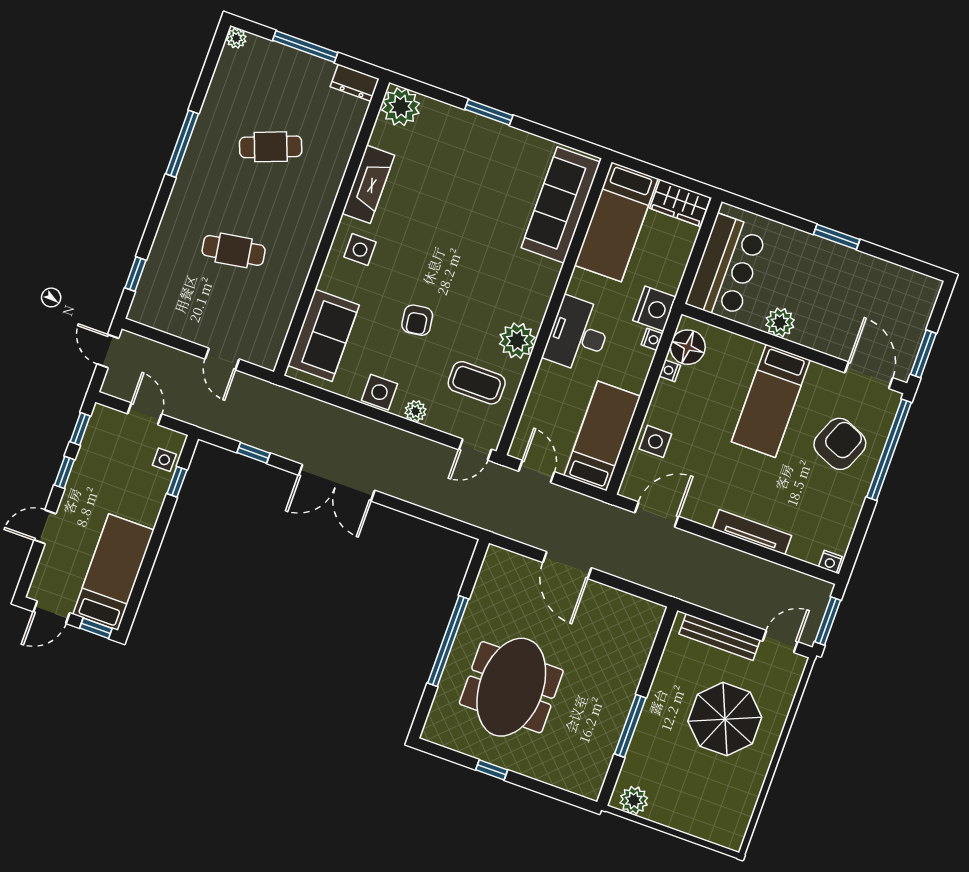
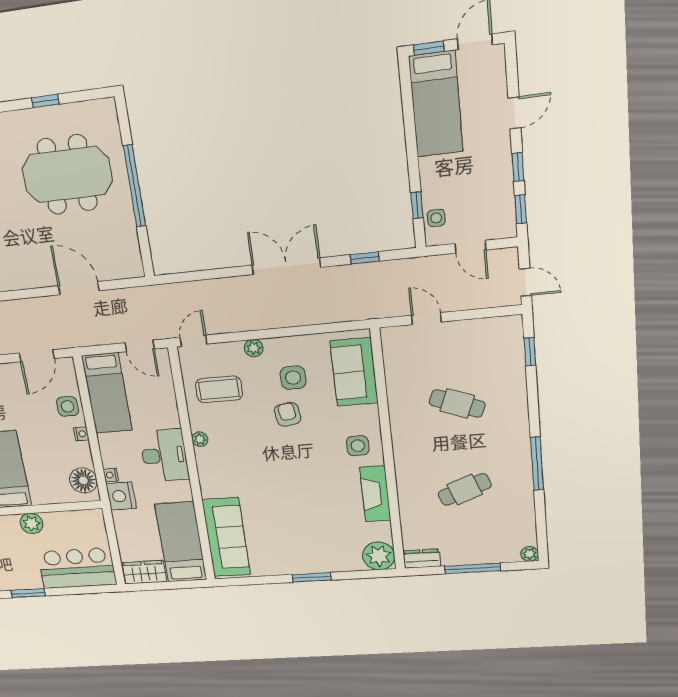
cafe table: (234, 250) -> (457, 403), turned 30
bar counter: (727, 267) -> (77, 568), moved, turned 90
plant: (517, 341) -> (200, 439), width x0.53, depth x0.53
nightstand: (670, 371) -> (81, 434), moved
side table: (379, 392) -> (293, 378), moved
meeting table: (511, 687) -> (67, 175), turned 90

